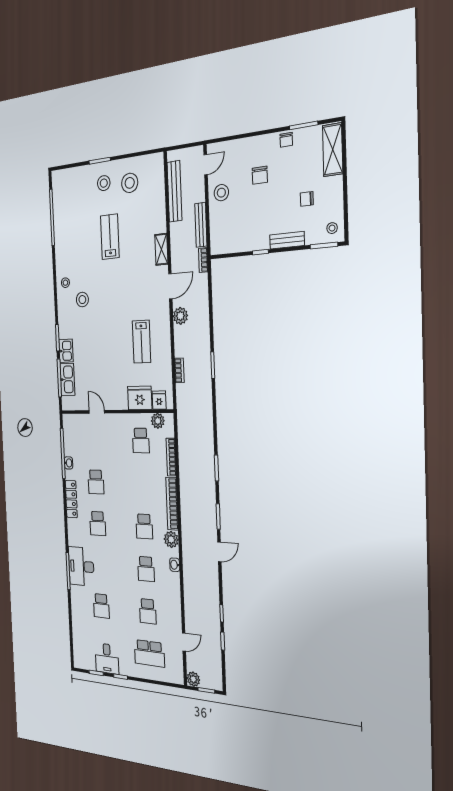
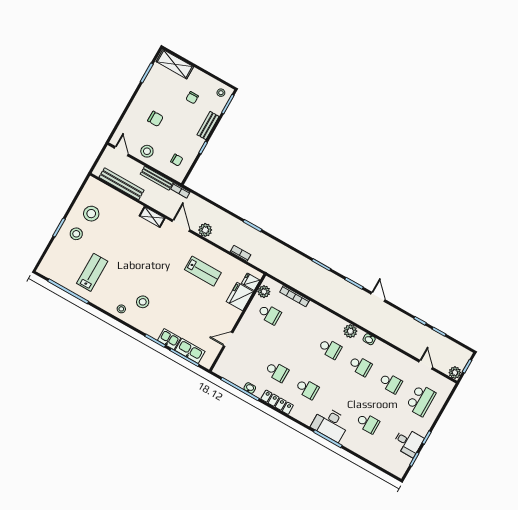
chair: (286, 140) -> (177, 160), moved
lab bench: (110, 237) -> (92, 272), moved, turned 90
bookcase: (172, 504) -> (326, 315), removed

